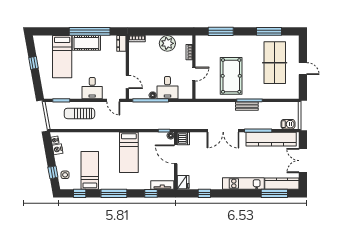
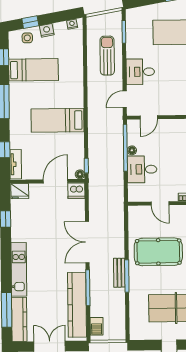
nightstand: (58, 149) -> (47, 30), moved

